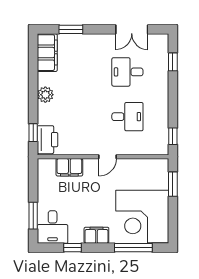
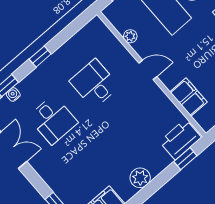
water cooler: (164, 61) -> (13, 94), added
window: (173, 136) -> (40, 57), moved
plant: (137, 164) -> (130, 36), added

